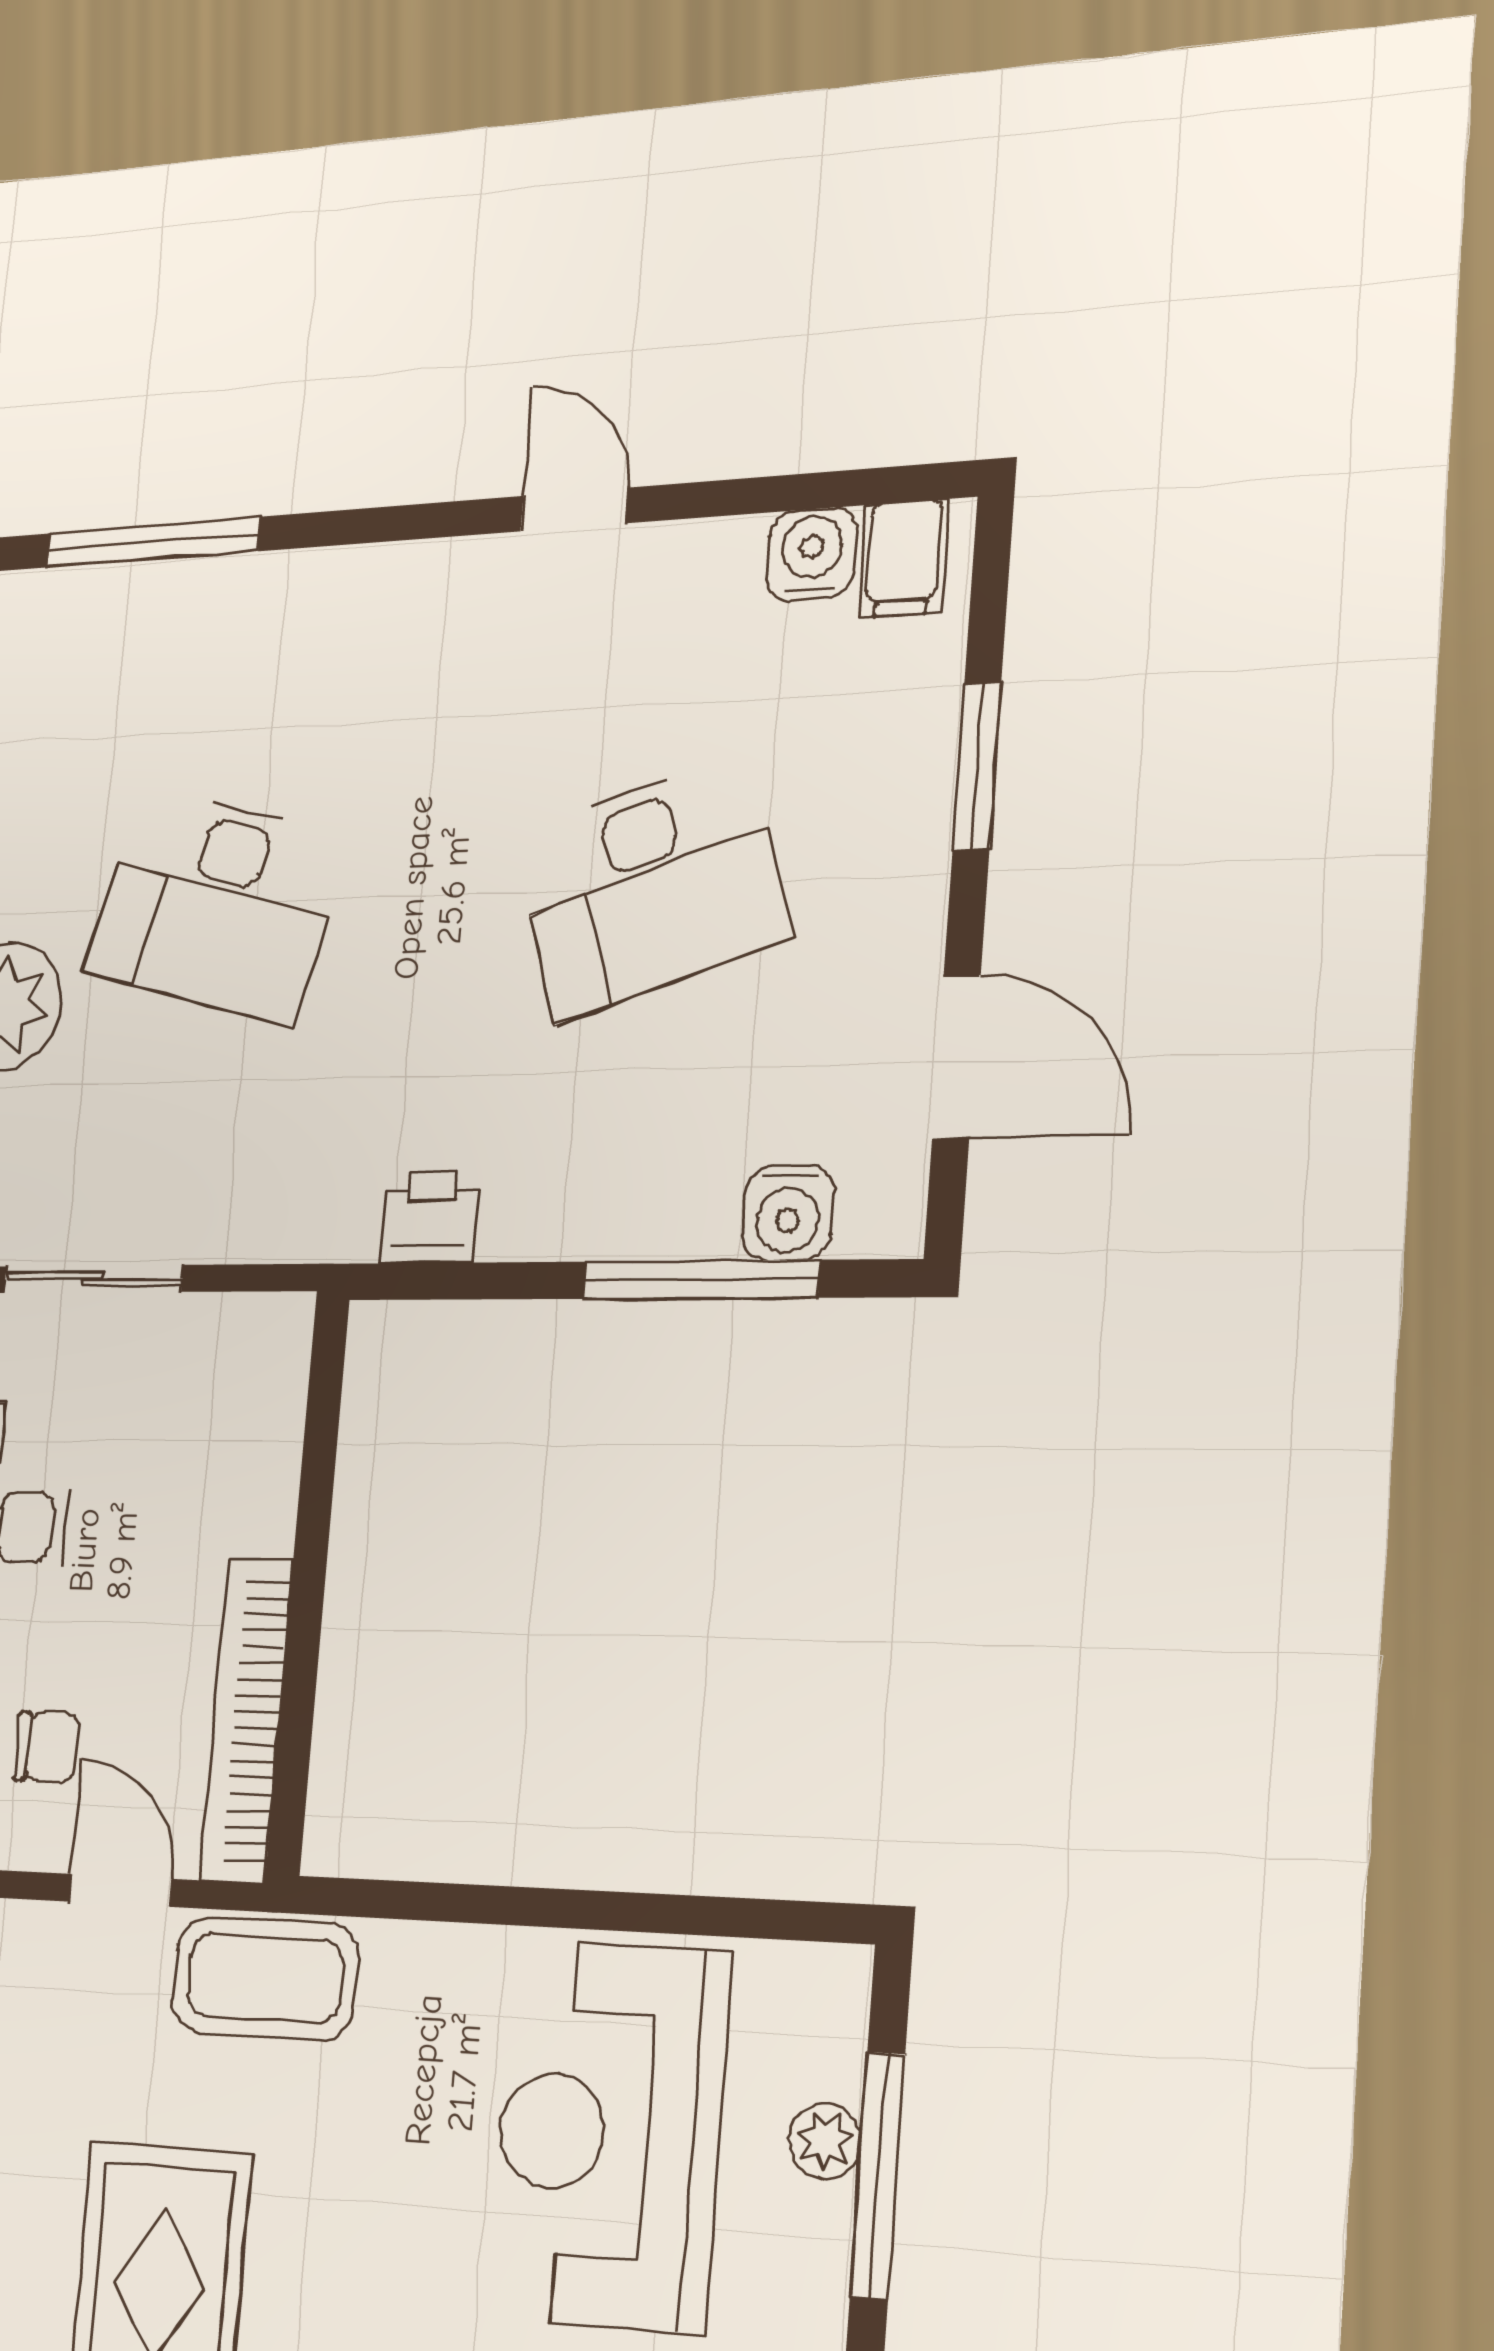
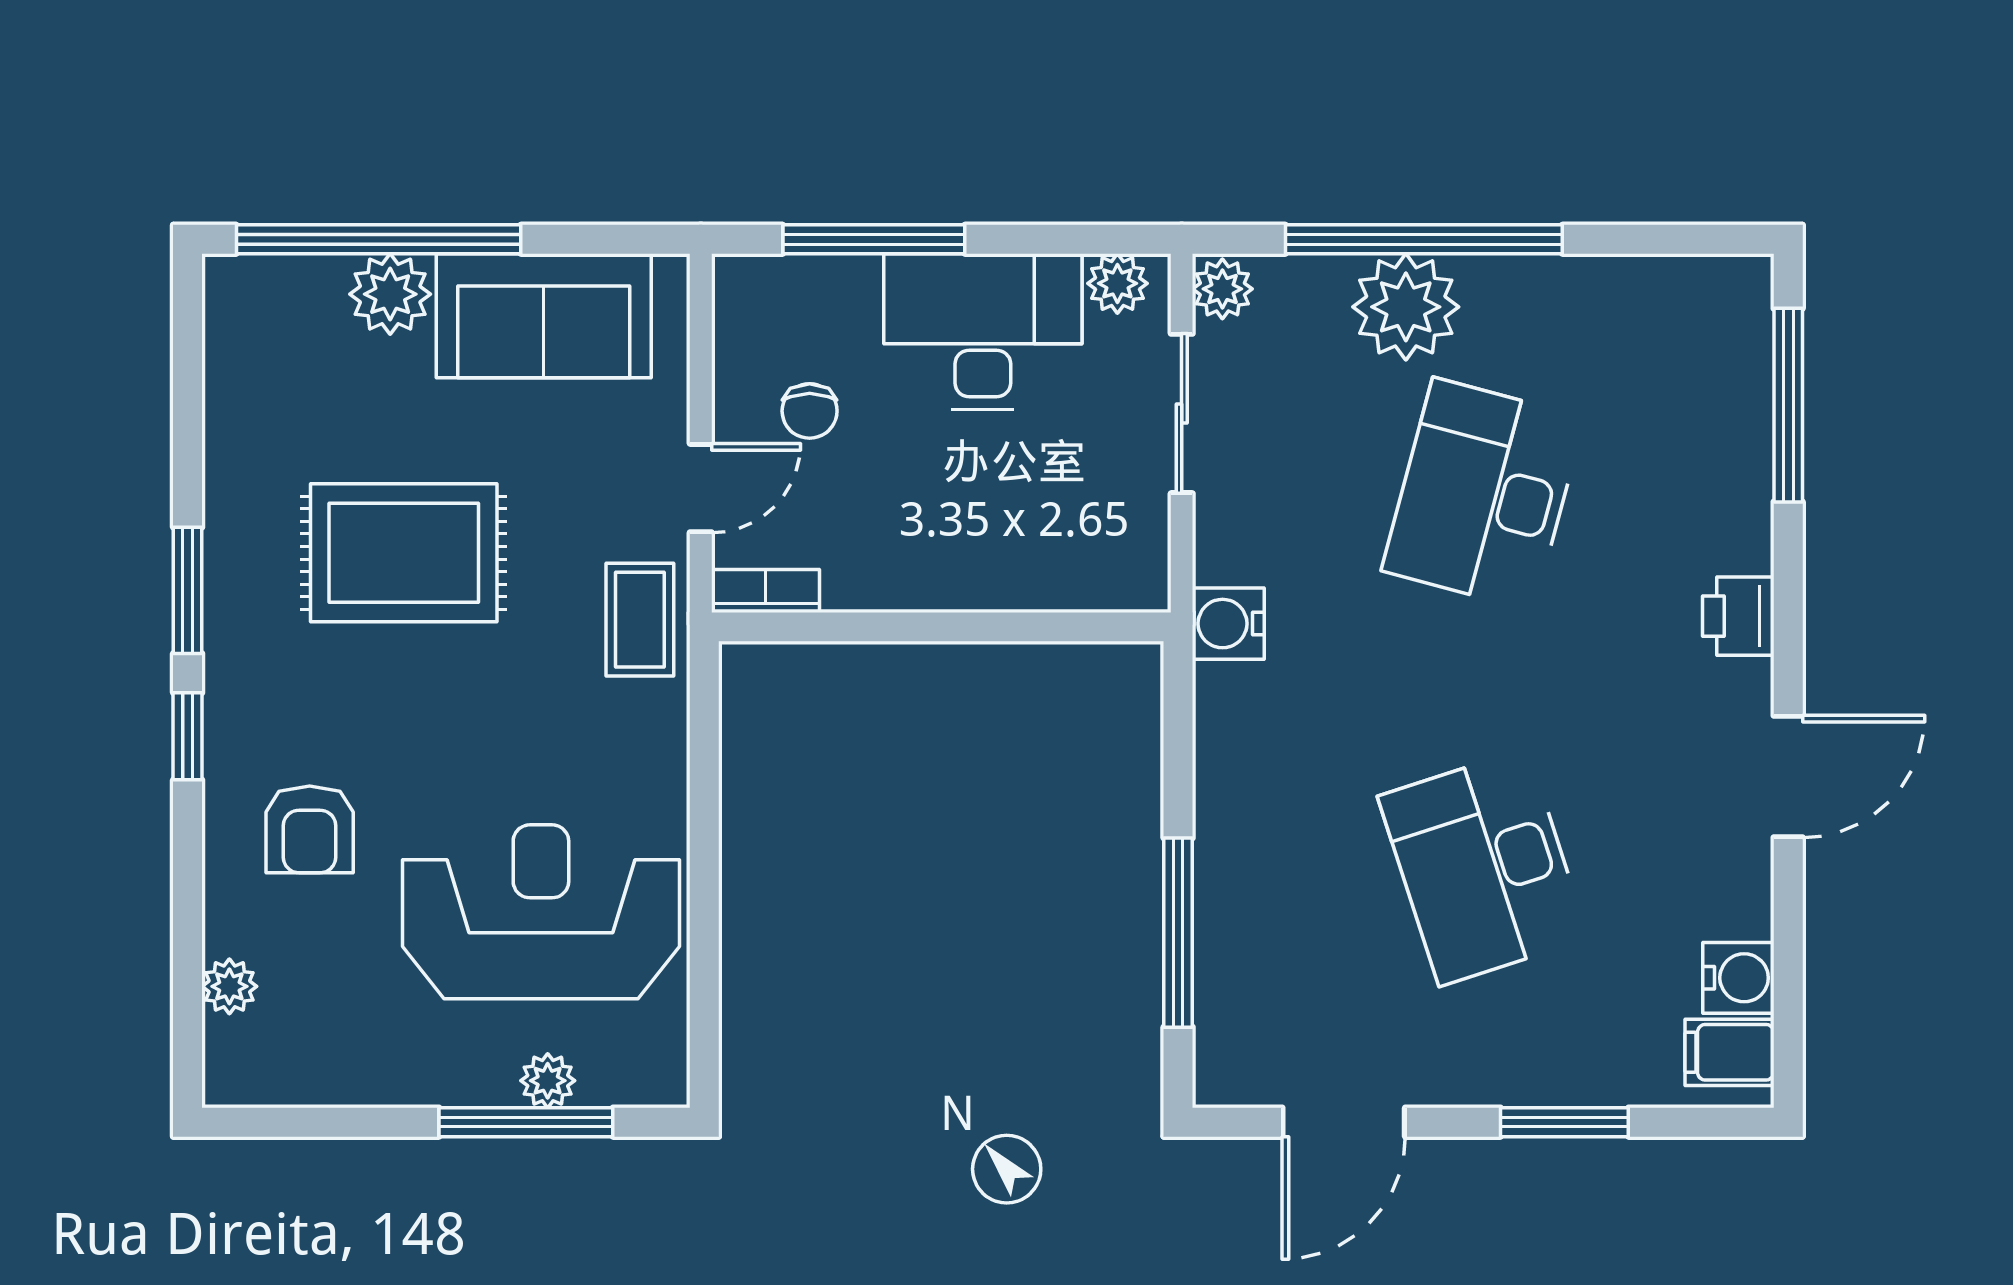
door: (574, 510) -> (1788, 776), width x1.38
water cooler: (788, 1213) -> (1228, 624), moved
printer: (430, 1217) -> (1738, 616), moved, turned 180
bookcase: (246, 1720) -> (765, 591), width x0.43, depth x0.76
coffee table: (265, 1978) -> (640, 620), width x0.73, depth x0.77

